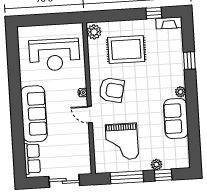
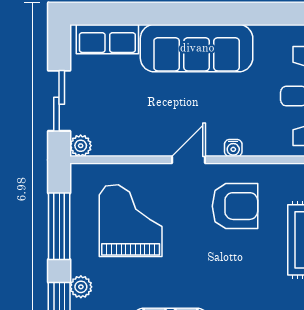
armchair: (112, 90) -> (235, 206), turned -103
grand piano: (122, 142) -> (131, 221), turned 90
plant: (86, 169) -> (81, 146), added

